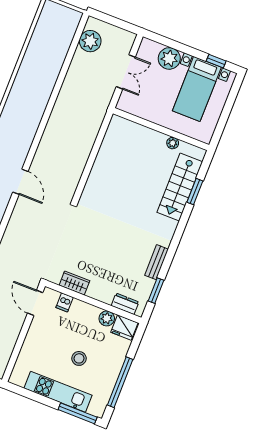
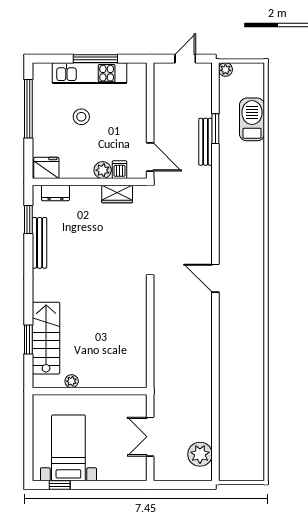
plant: (169, 58) -> (110, 469), removed
bench: (157, 262) -> (40, 243), width x1.36
plant: (107, 318) -> (103, 170), moved
window: (78, 413) -> (95, 59), moved

